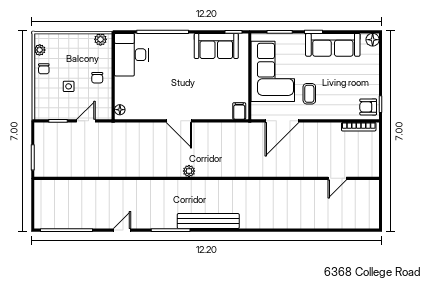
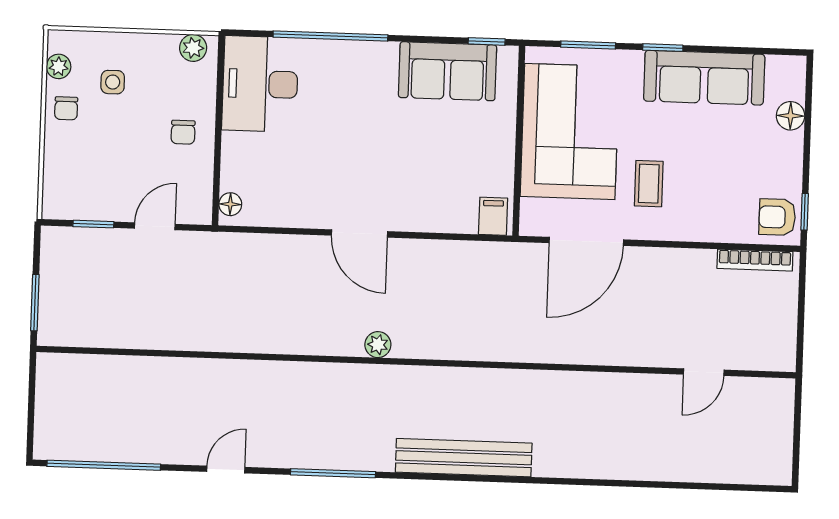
floor lamp: (373, 40) -> (791, 116), moved
side table: (69, 86) -> (113, 82), moved
bench: (208, 221) -> (464, 458), moved

